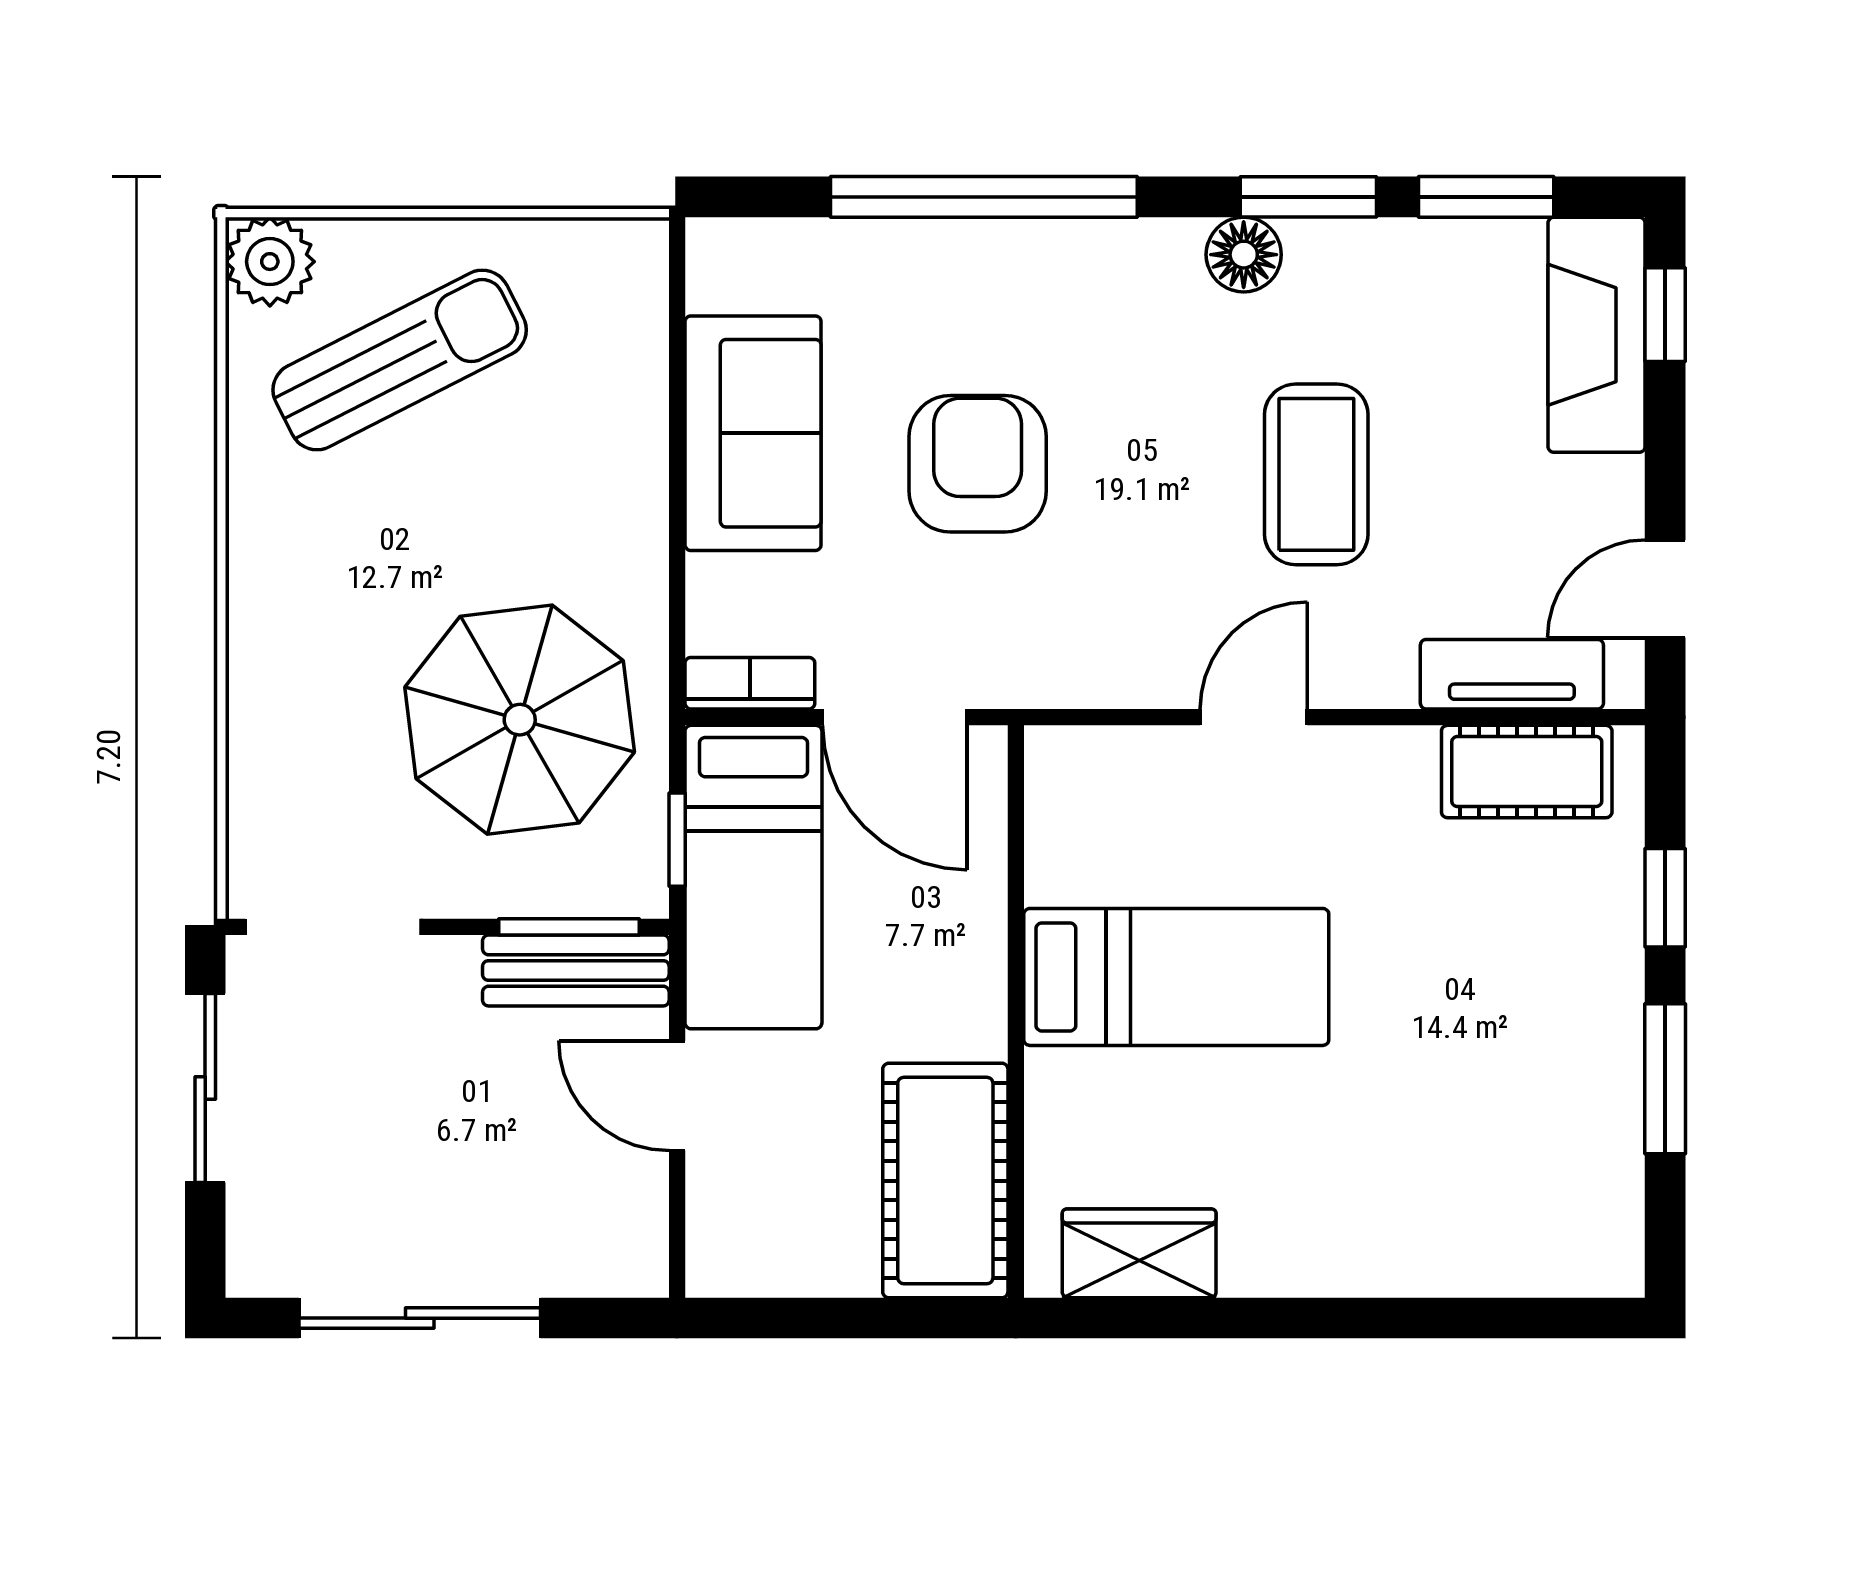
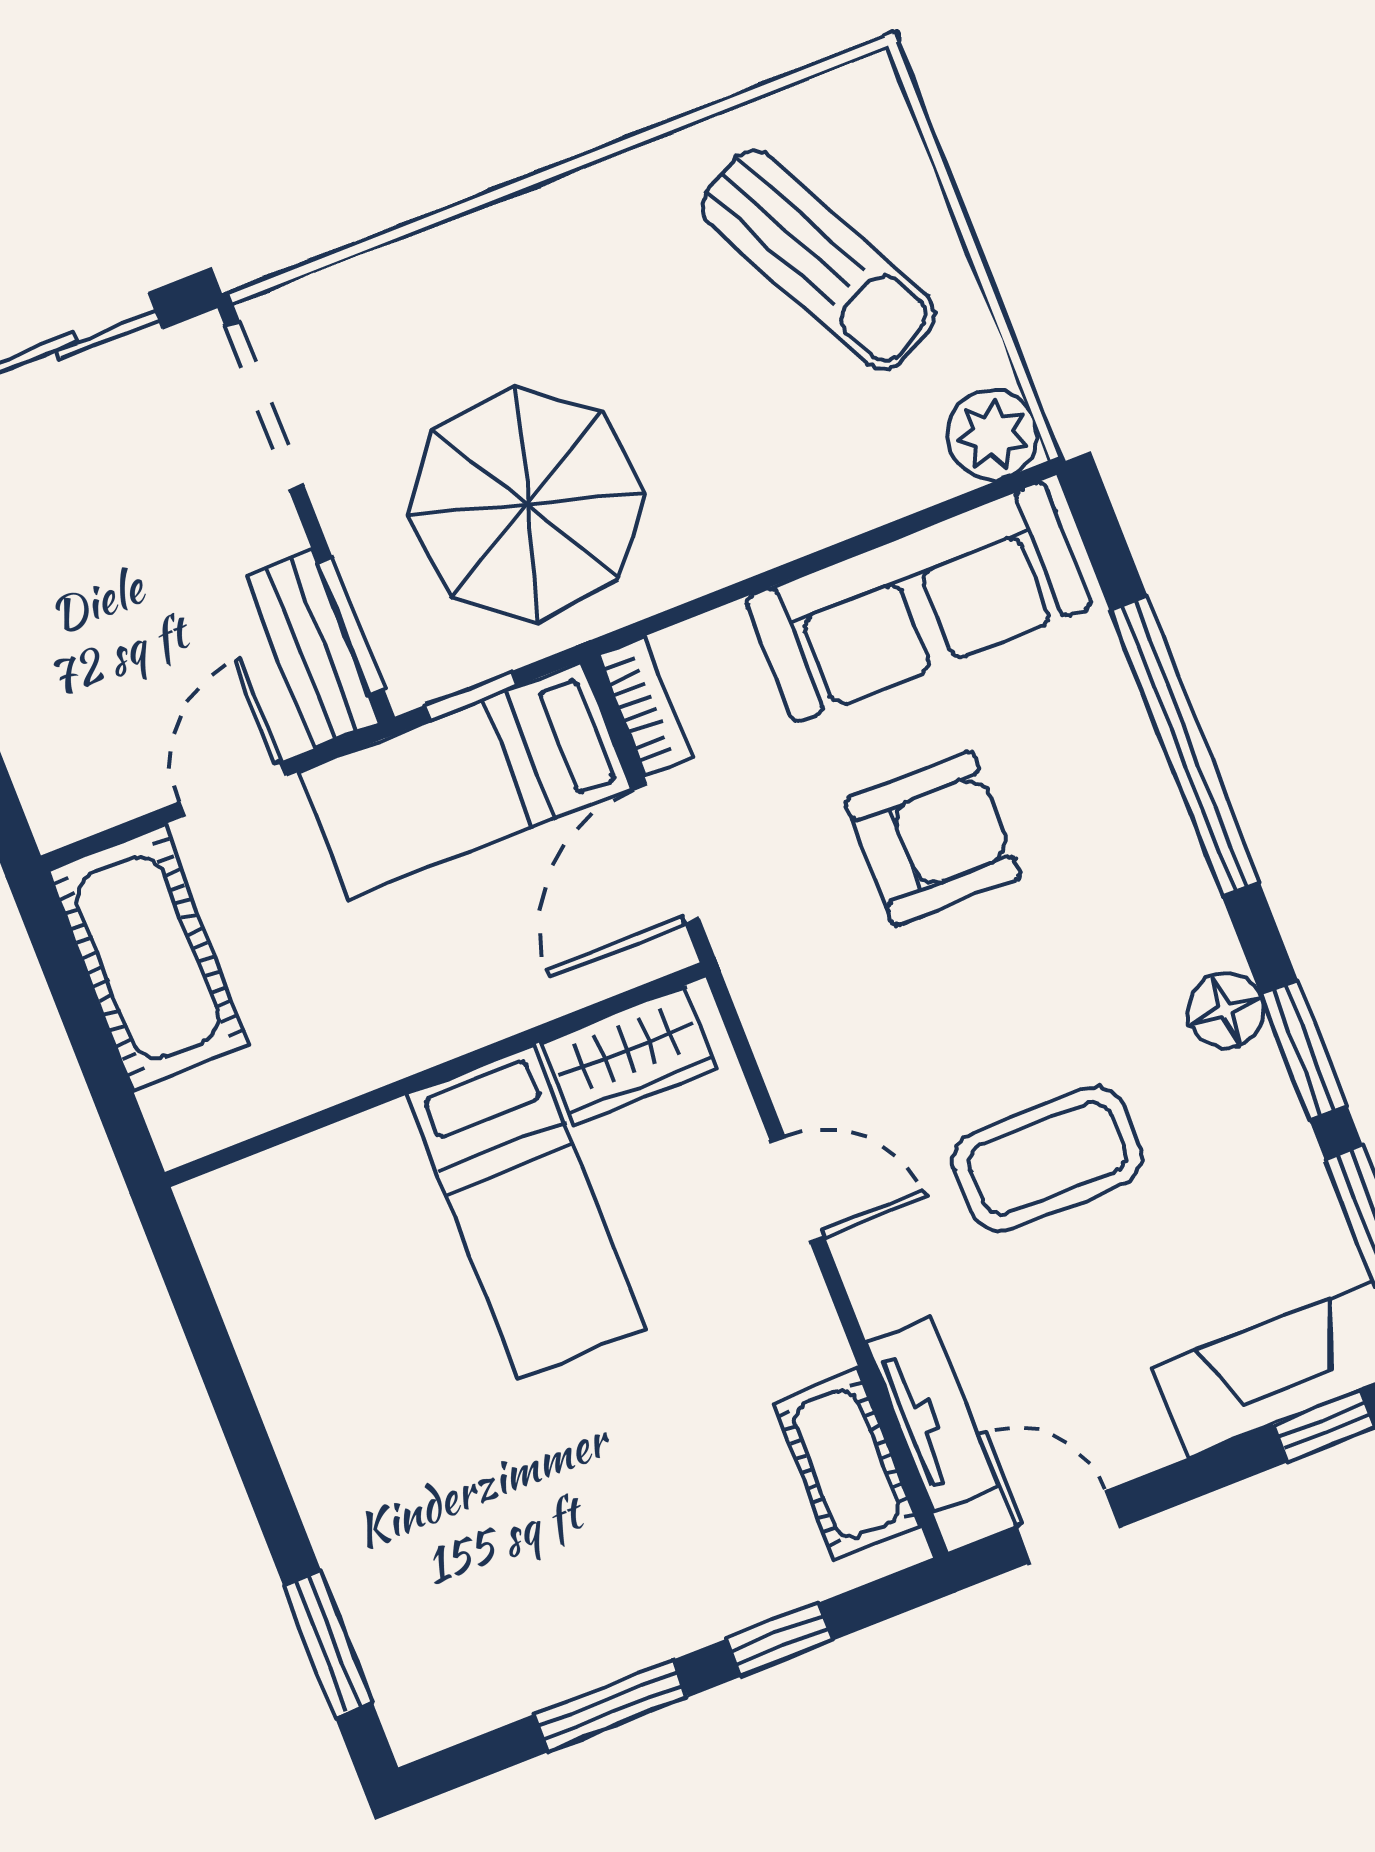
plant: (270, 262) -> (993, 435), moved
sofa: (753, 433) -> (919, 602), width x1.36
cot: (945, 1181) -> (148, 957), moved, turned 90
wardrobe: (1139, 1253) -> (629, 1056), moved, turned 90
window: (1505, 1318) -> (328, 1644), added

